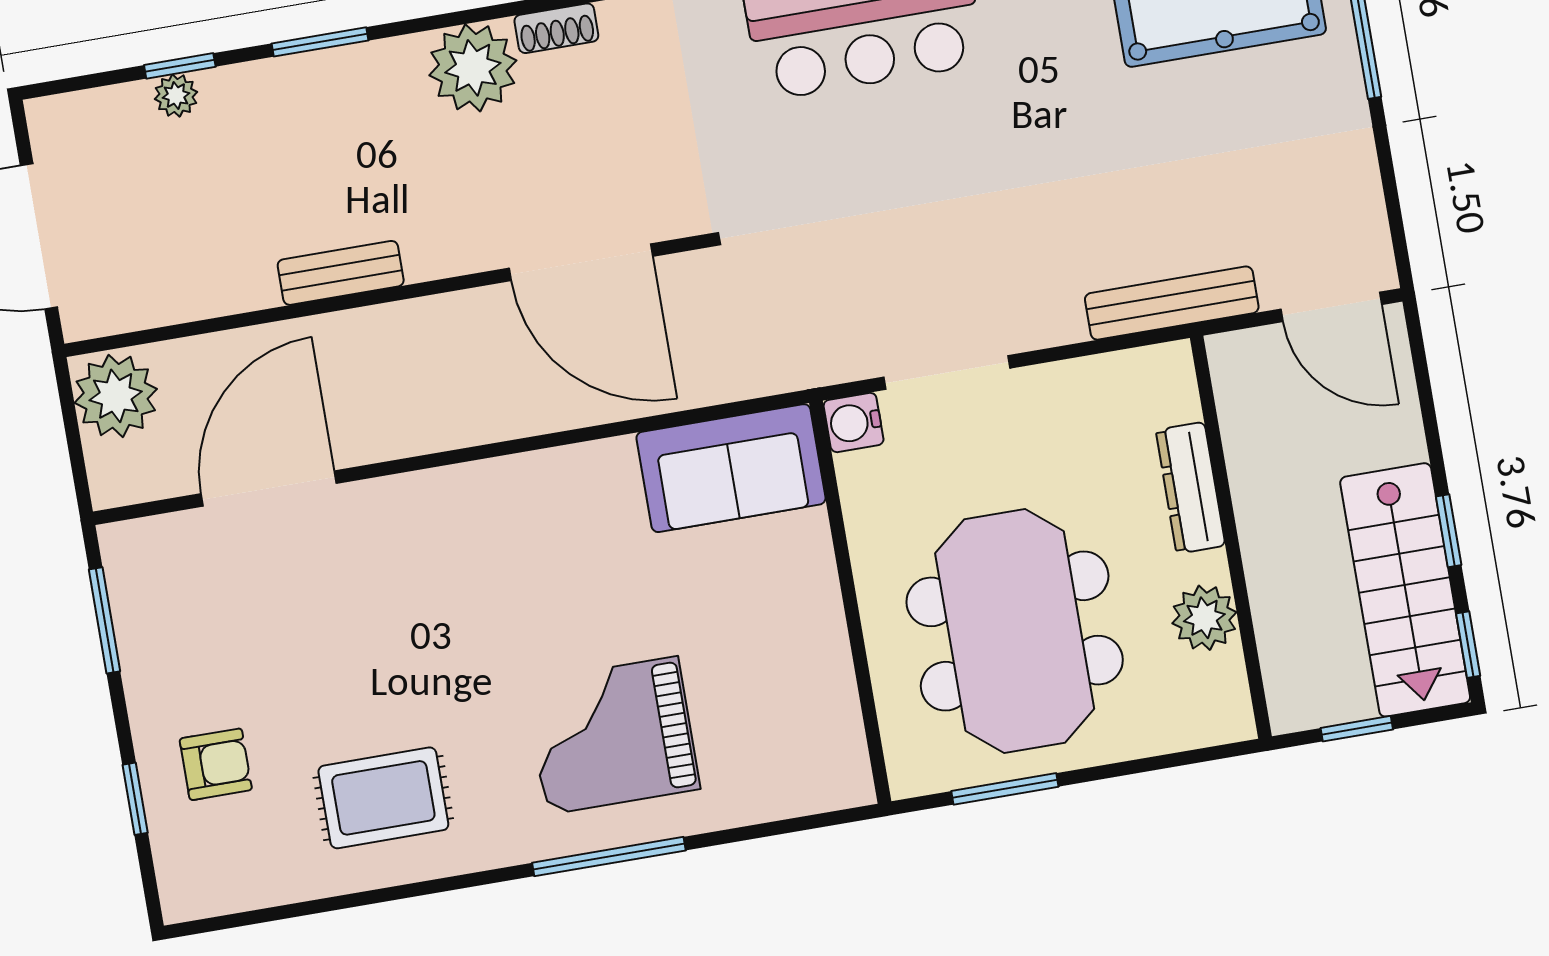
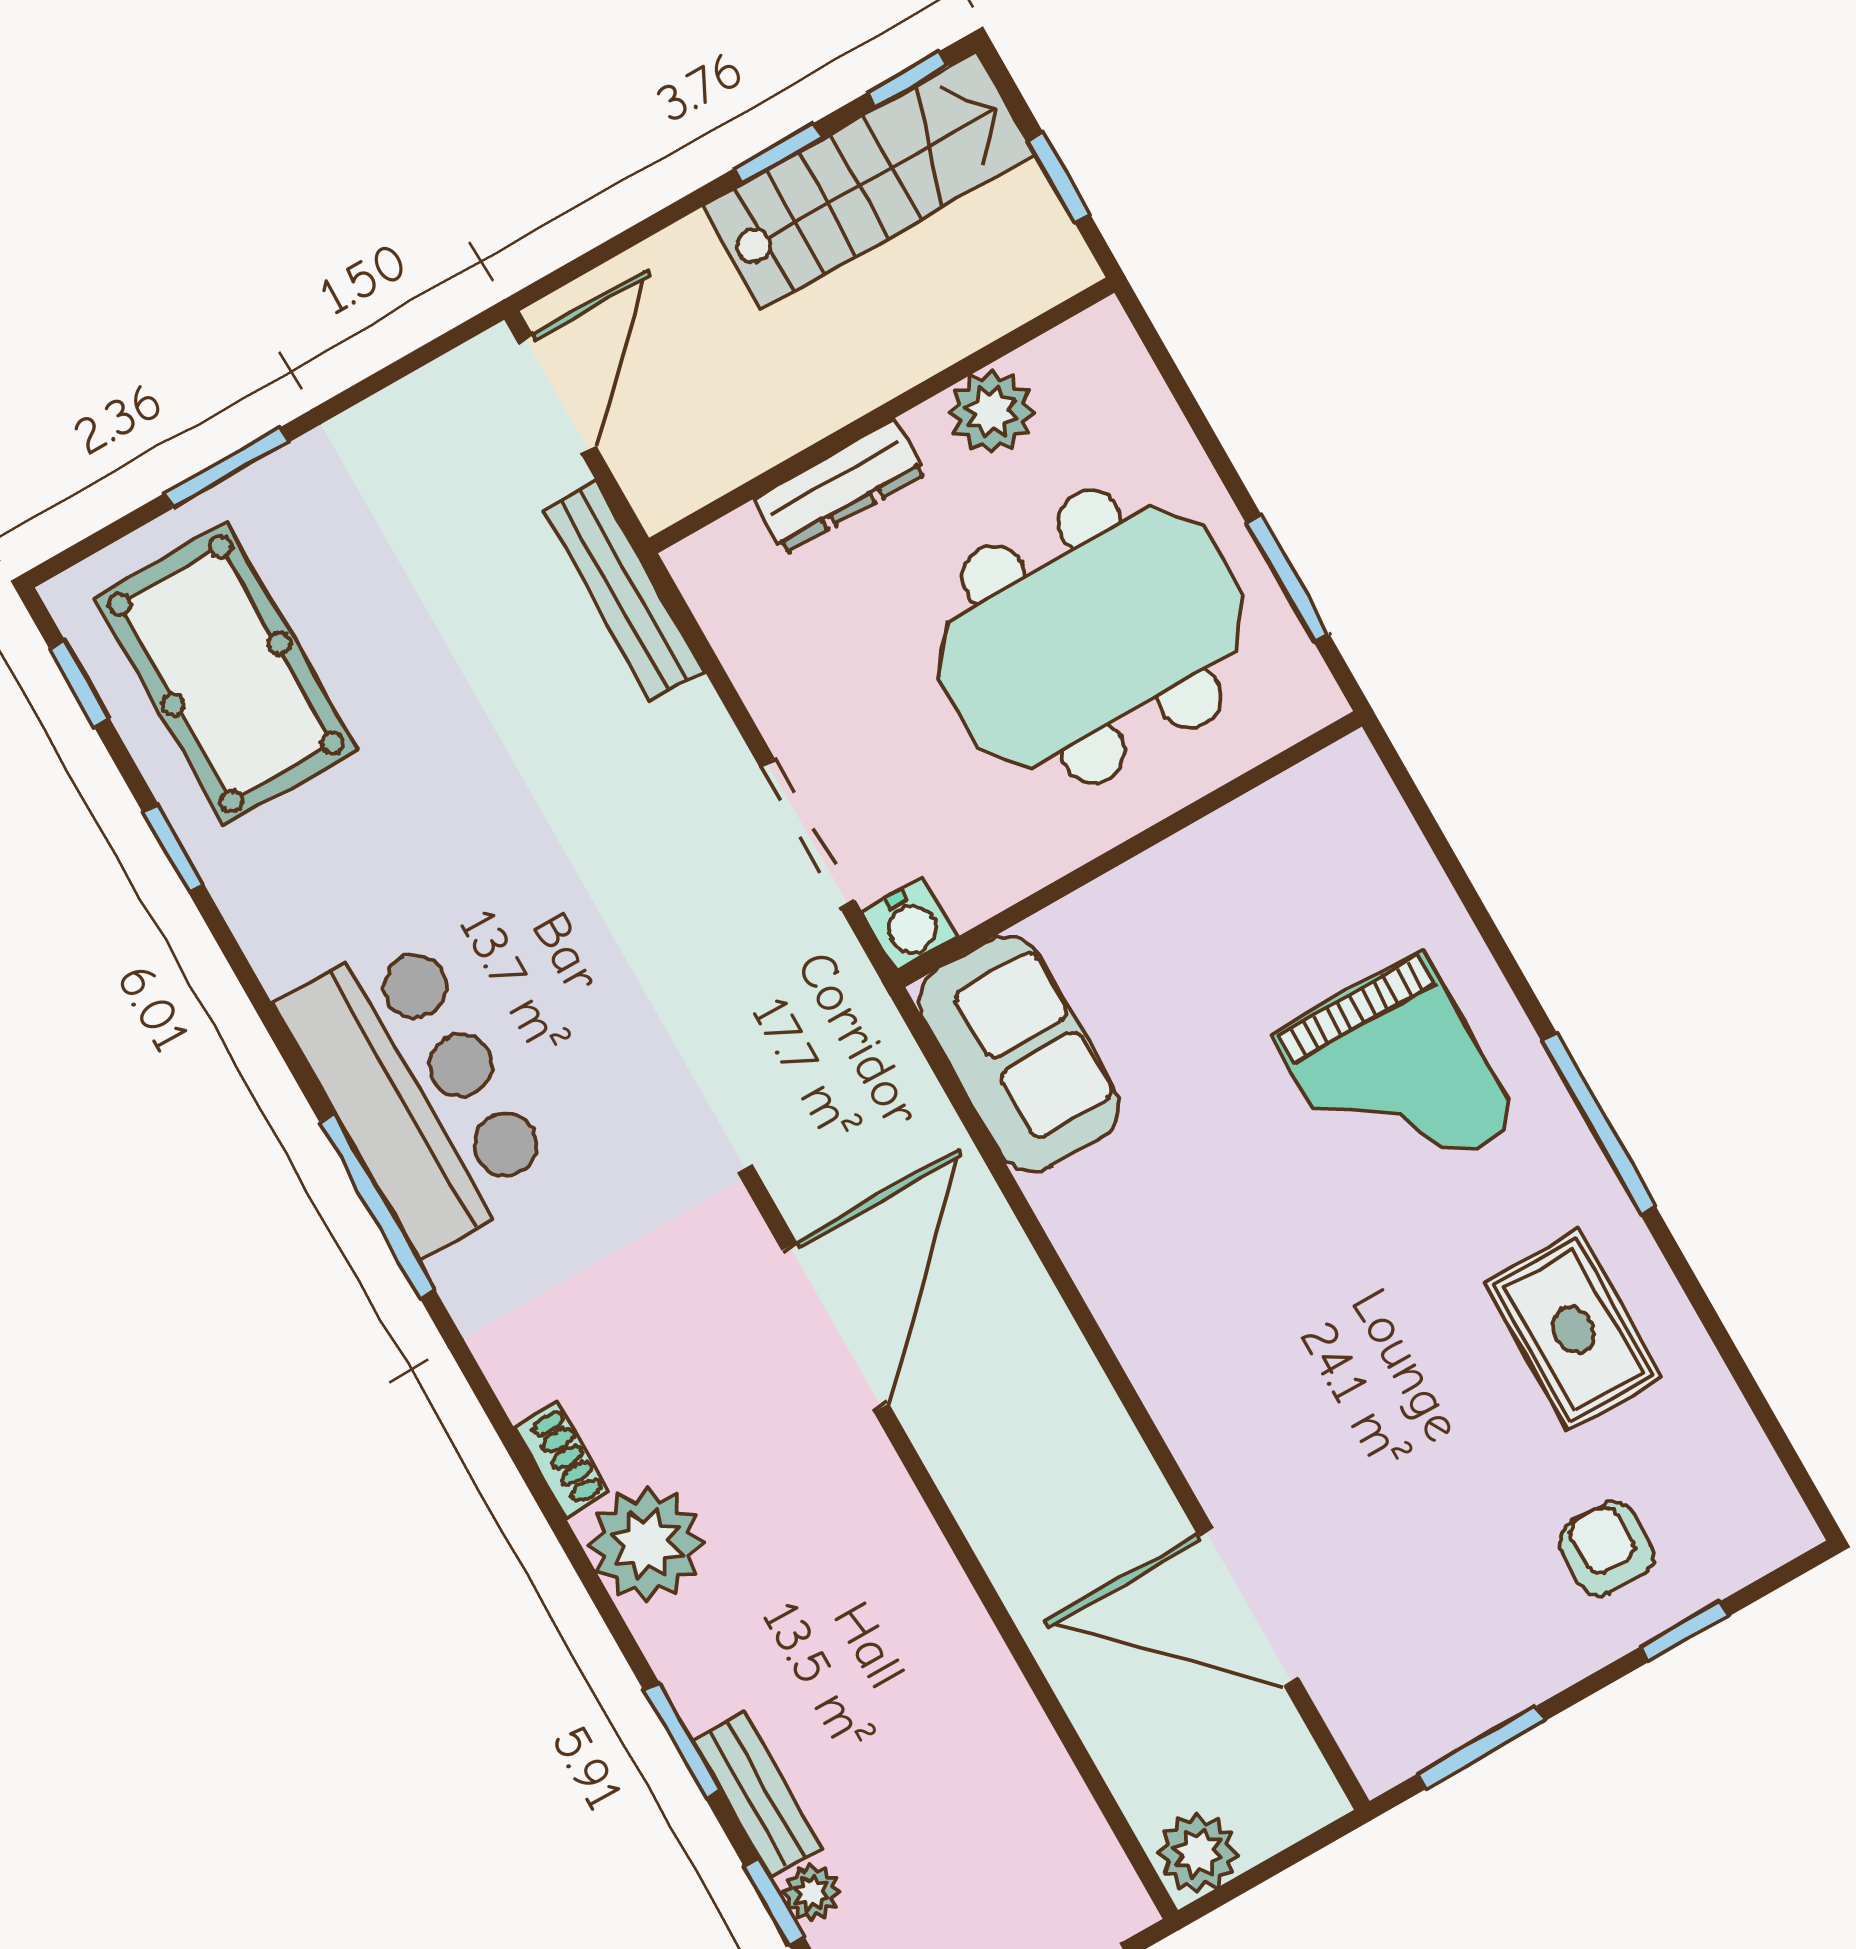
bench: (341, 273) -> (758, 1794), moved
plant: (116, 396) -> (1198, 1853), width x0.73, depth x0.73
window: (609, 857) -> (1599, 1124), moved

